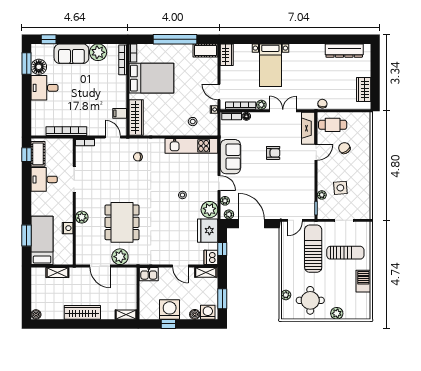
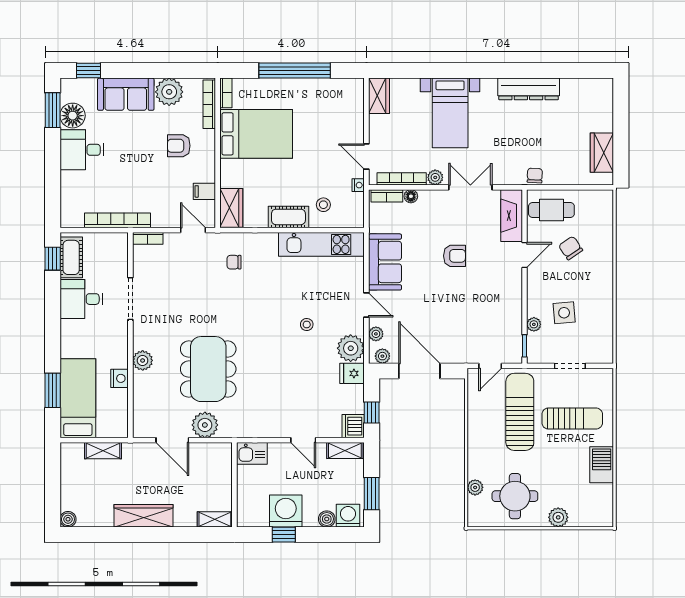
cot: (205, 50) -> (288, 217), moved
dresser: (344, 51) -> (529, 89), moved
armchair: (104, 85) -> (179, 146), added
wardrobe: (136, 117) -> (231, 208), width x0.67
fridge: (208, 231) -> (352, 373), width x0.53, depth x0.75

